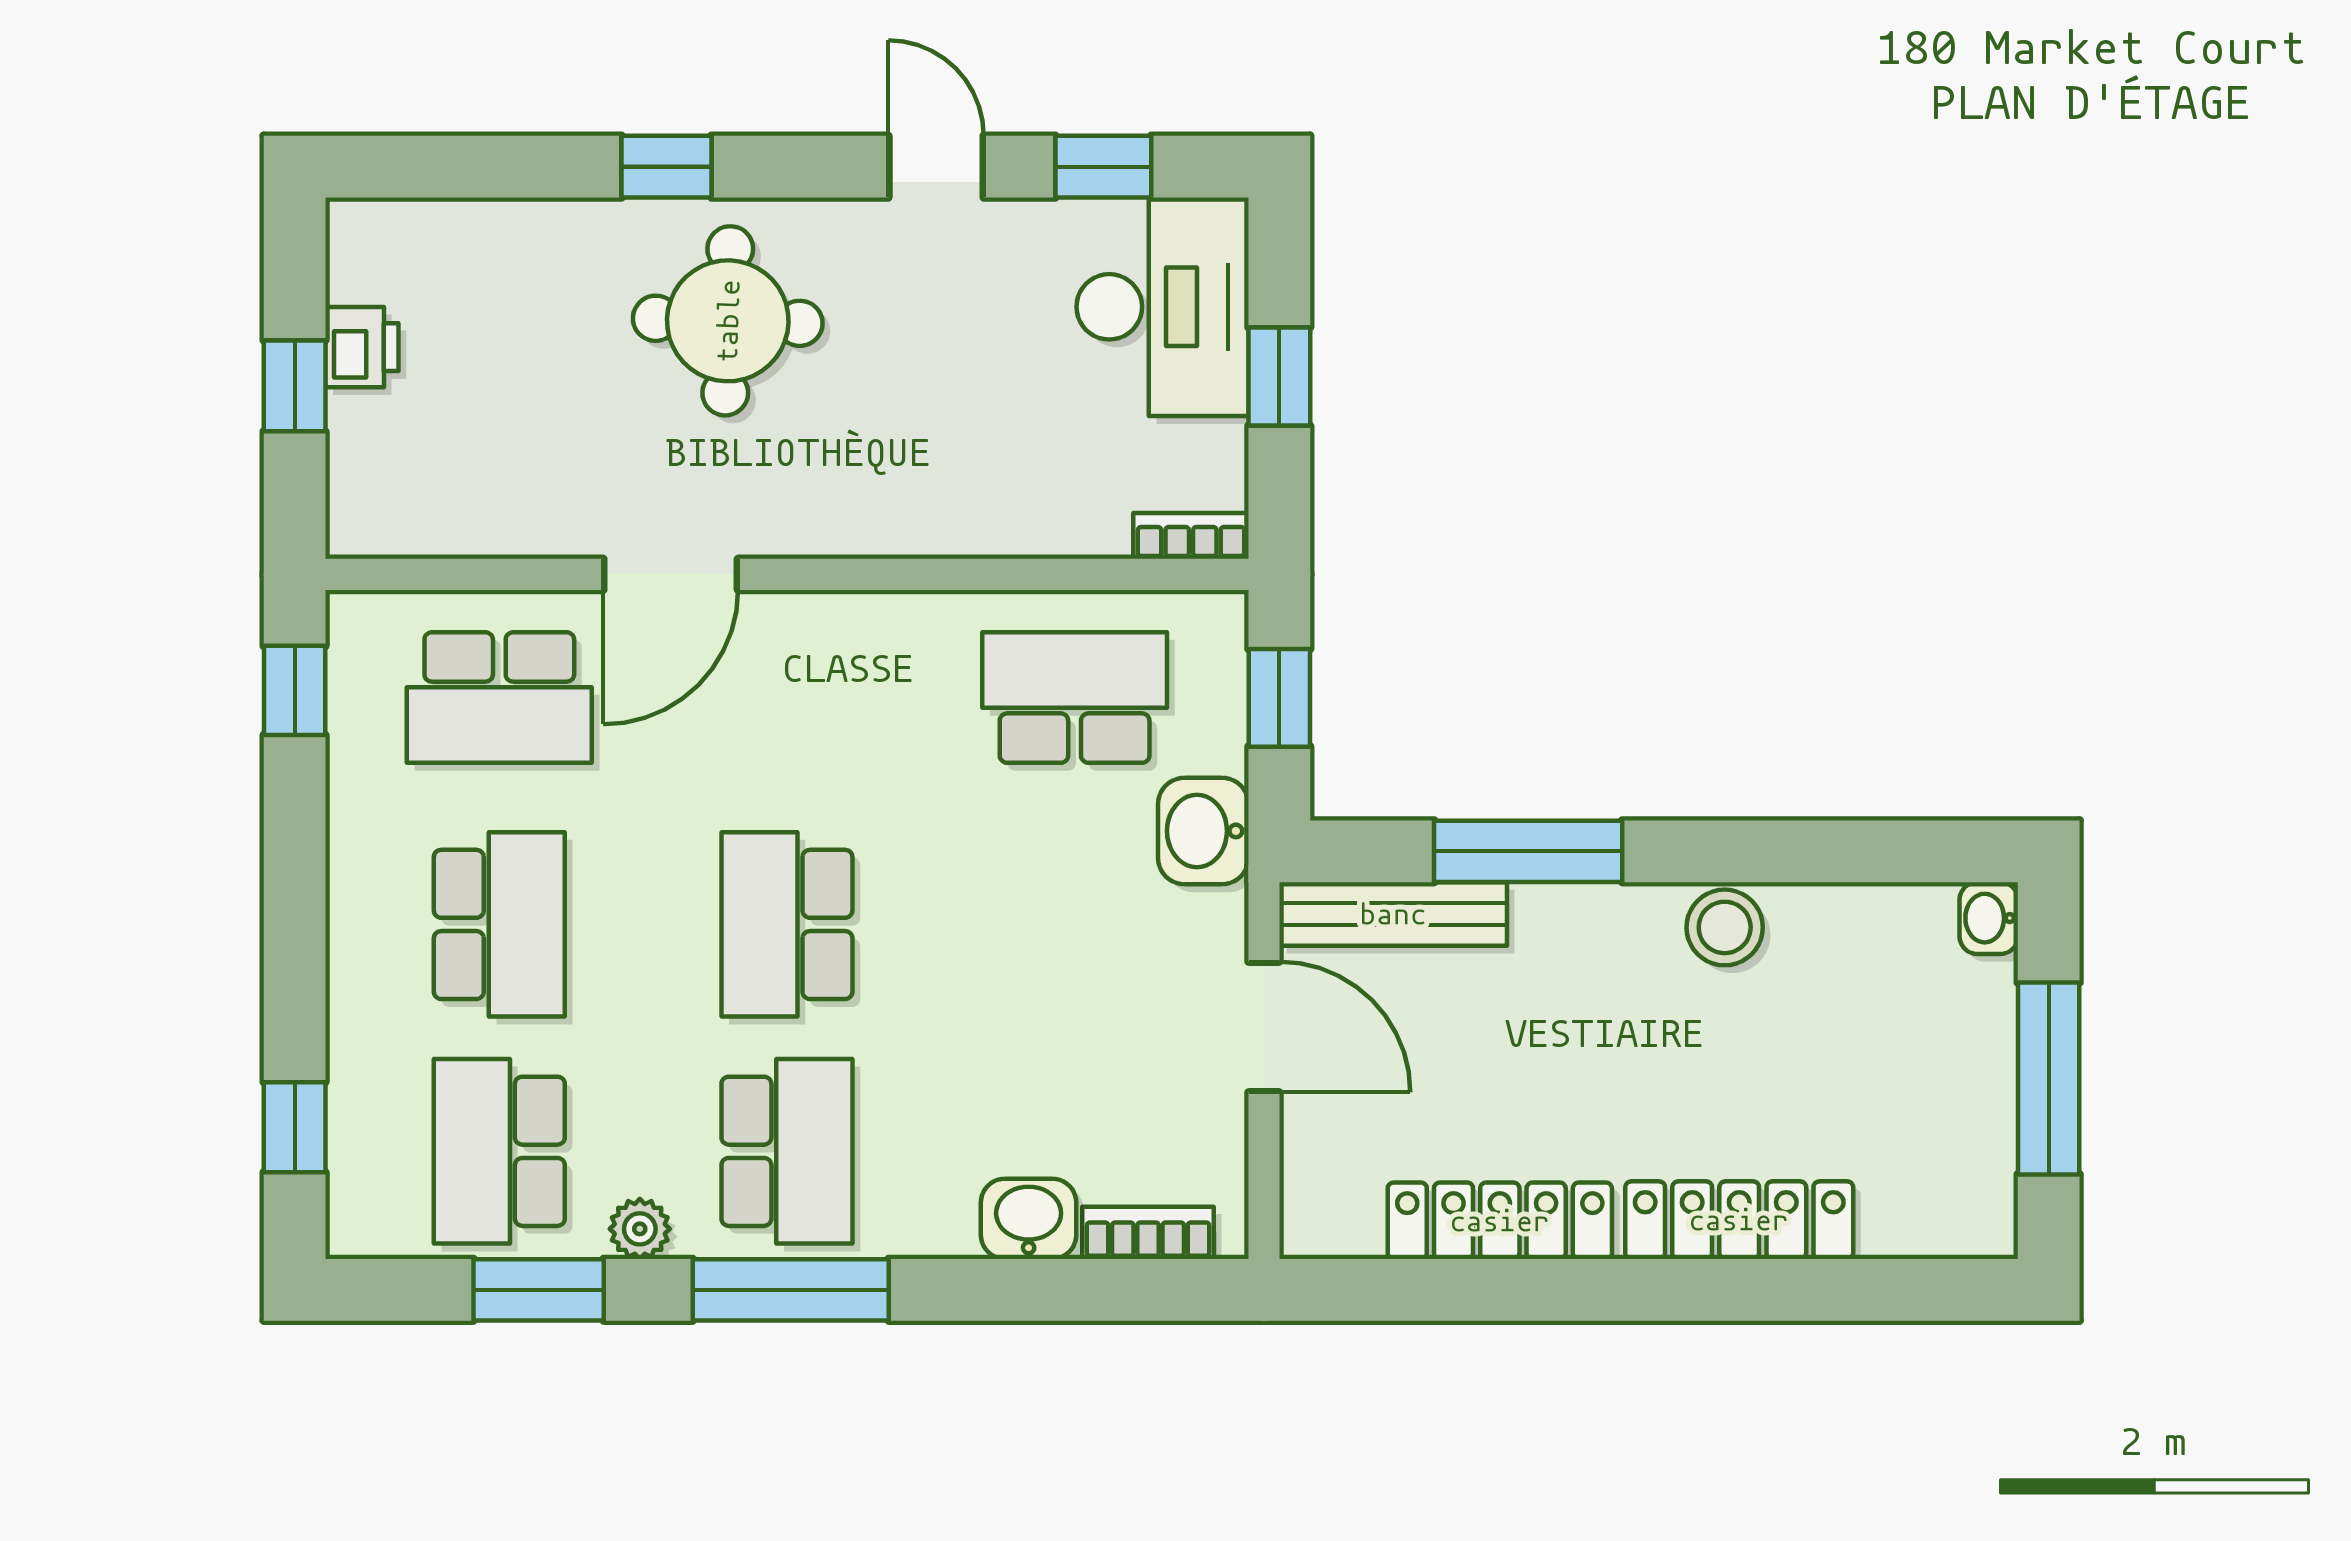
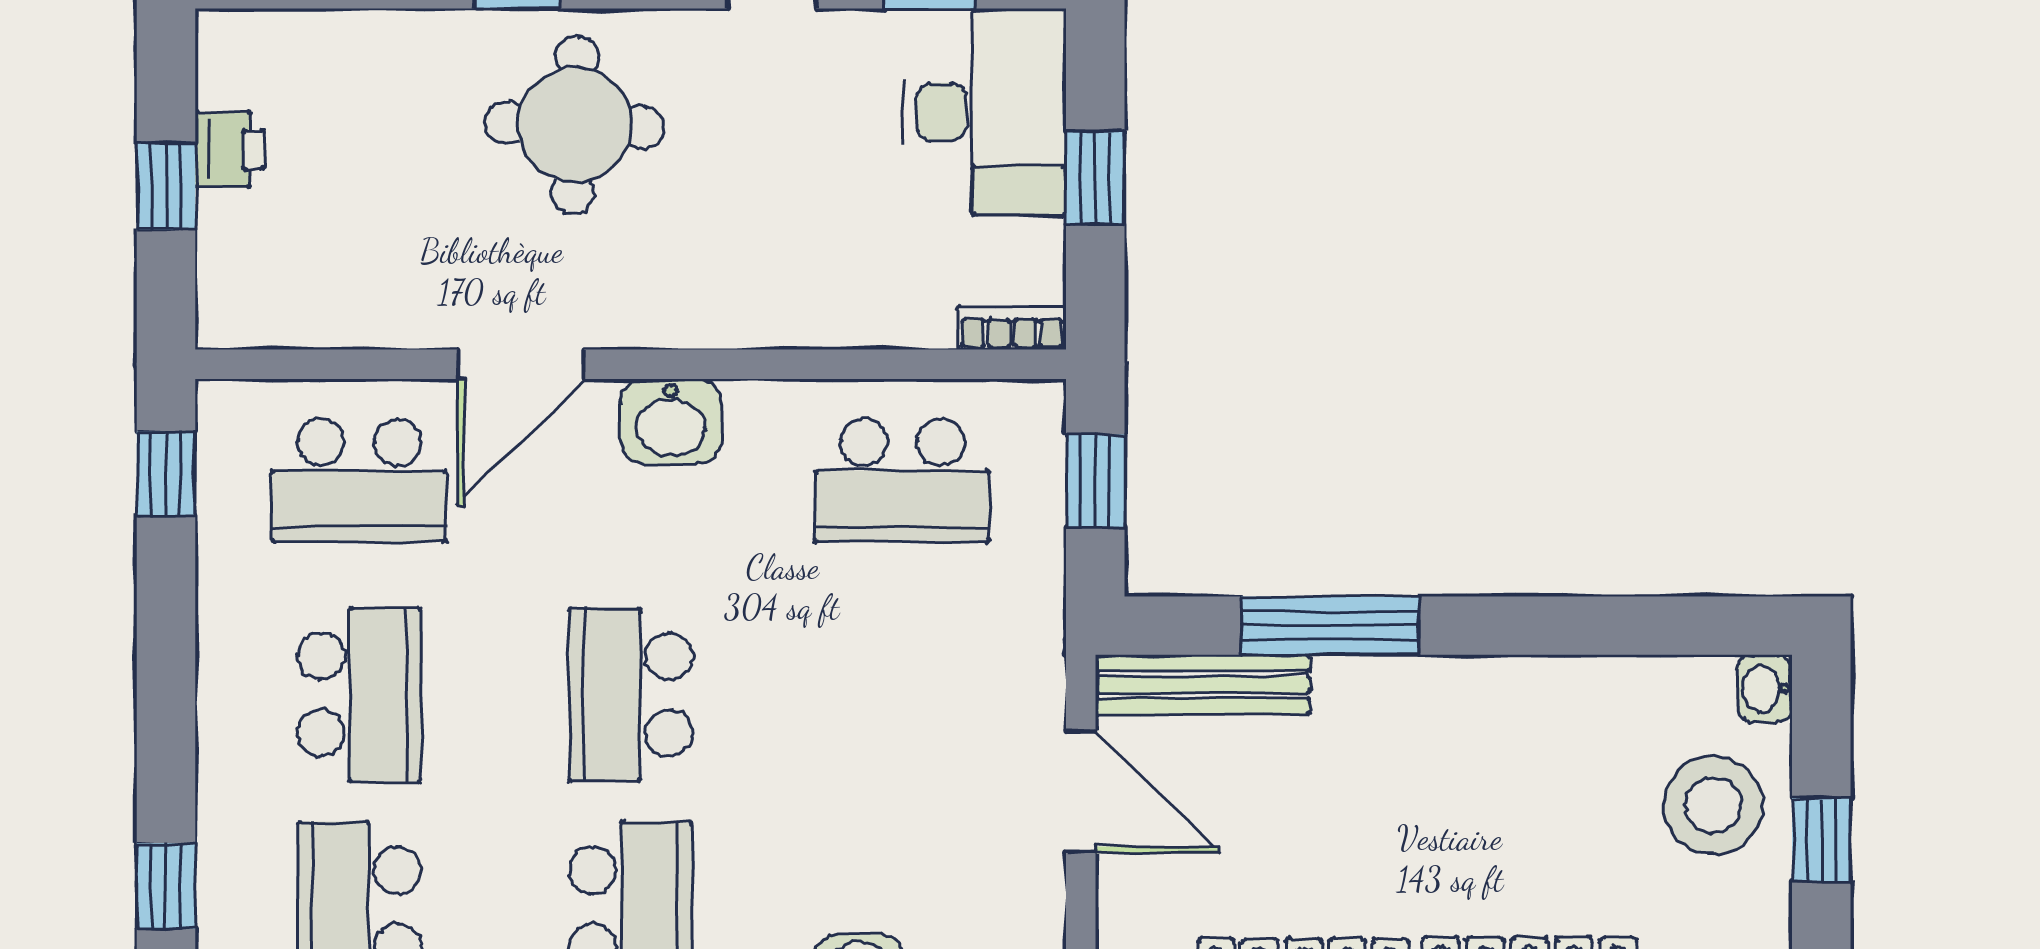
school desk: (1075, 698) -> (902, 480), turned 180
washbasin: (1203, 831) -> (671, 421), moved, turned -90
stool: (1725, 927) -> (1713, 805), moved, width x1.38, depth x1.38
window: (2049, 1078) -> (1821, 840), width x0.46

